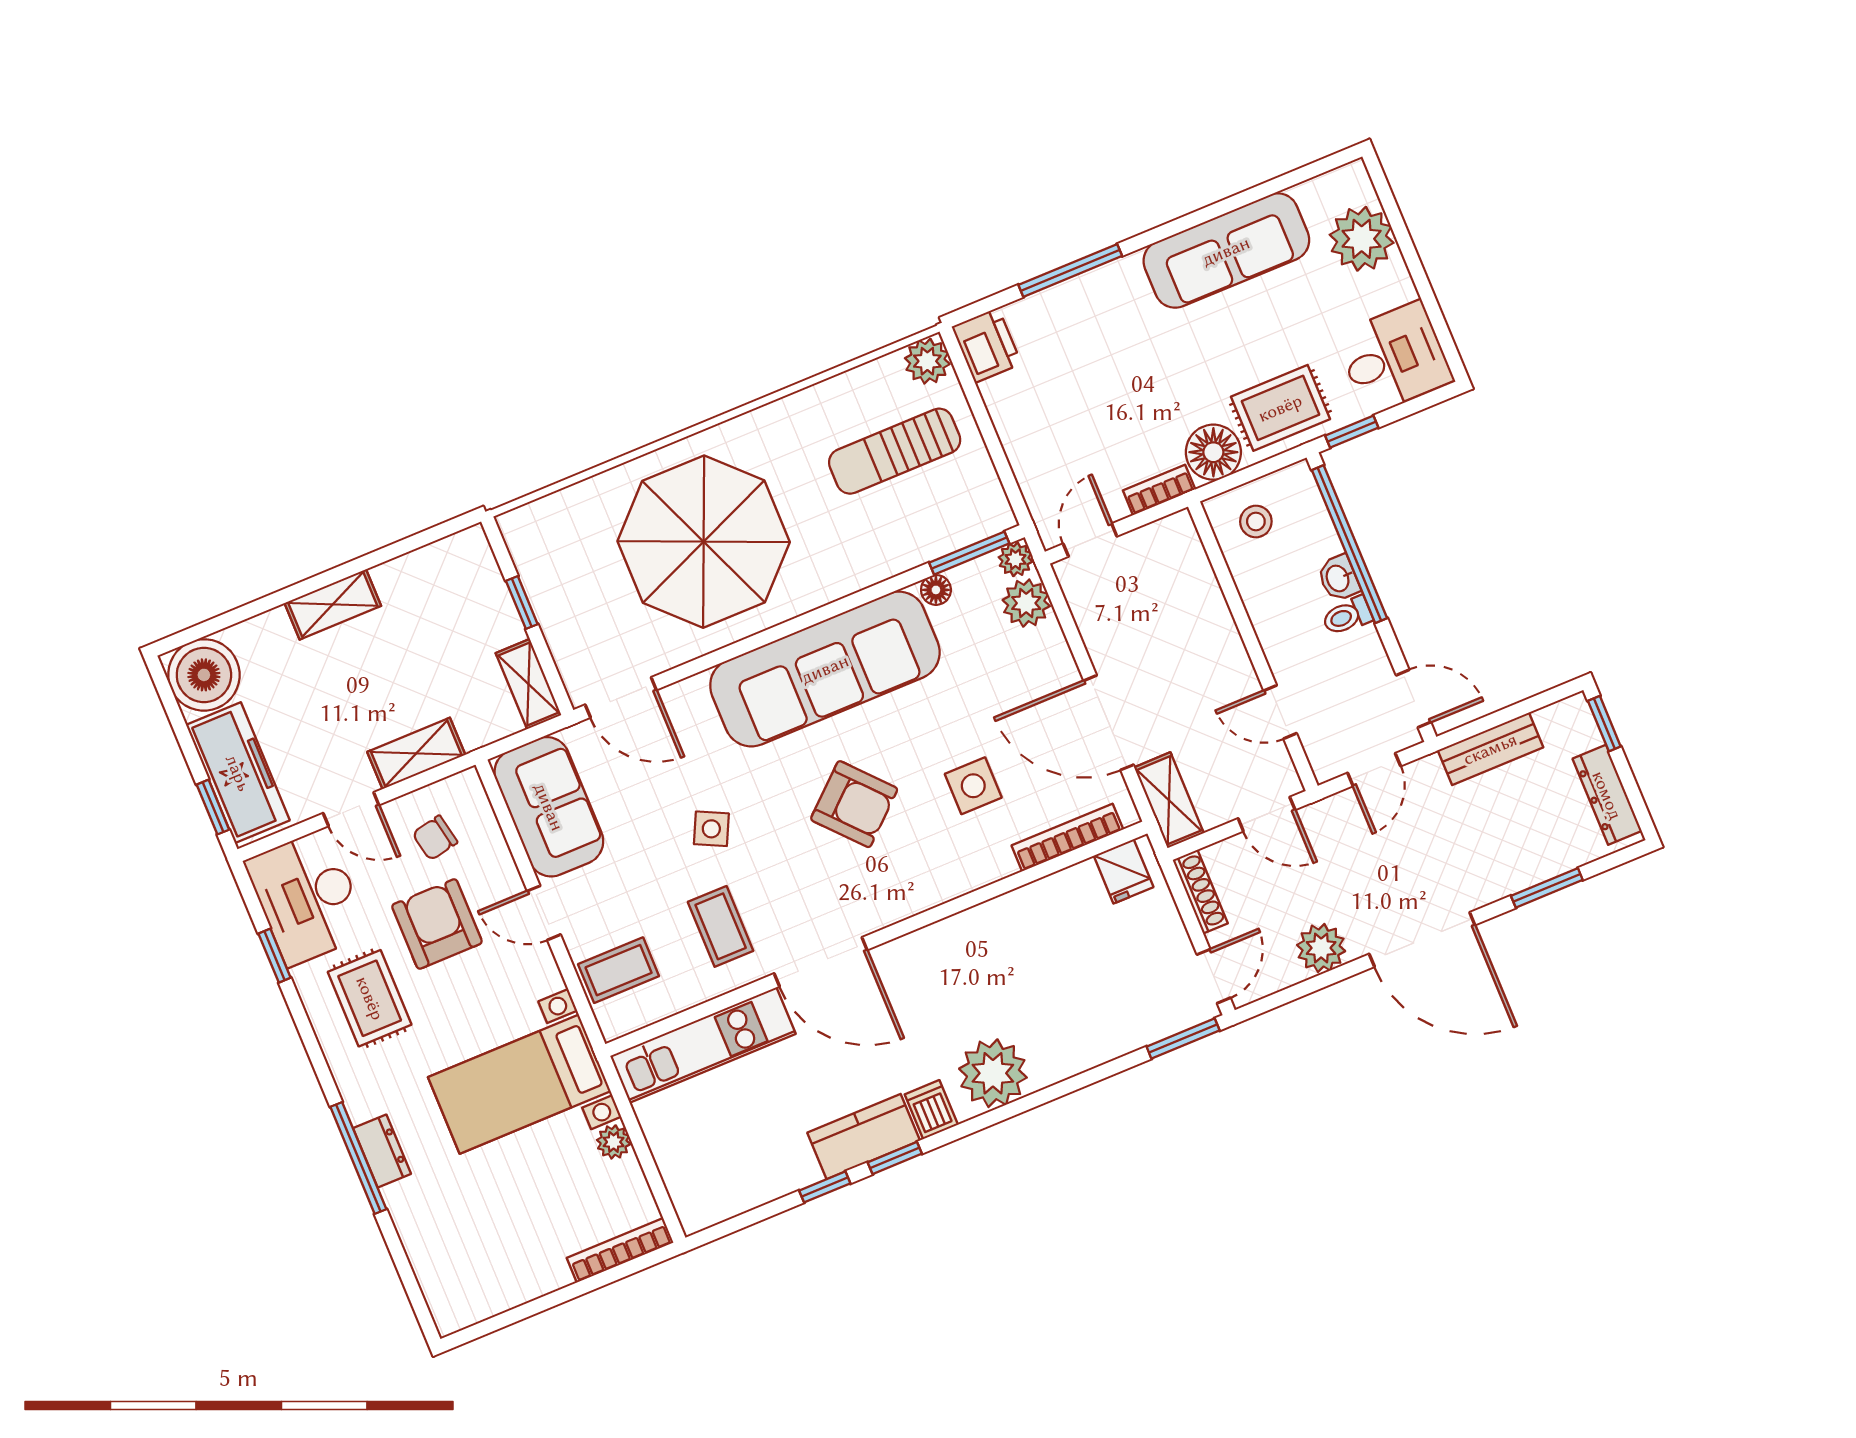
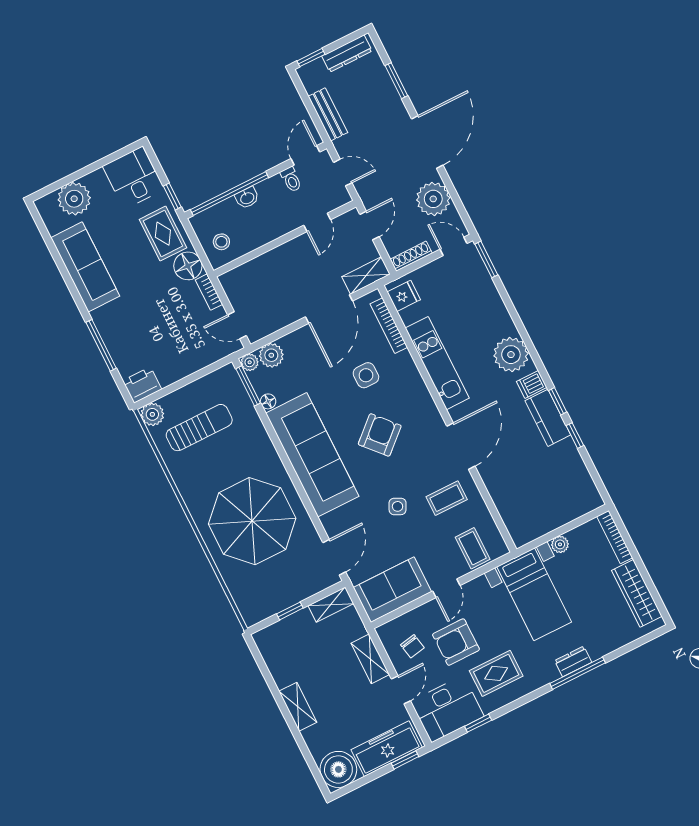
sun lounger: (895, 451) -> (199, 428), turned -90
toilet: (1347, 616) -> (291, 179), moved
plant: (1321, 948) -> (433, 199), width x1.36, depth x1.36
kitchen unit: (703, 1045) -> (437, 363), moved
wardrobe: (506, 1286) -> (637, 593), added

